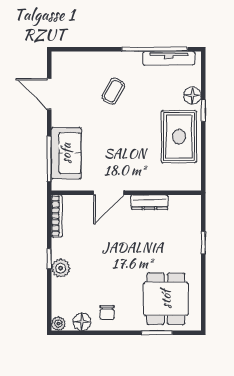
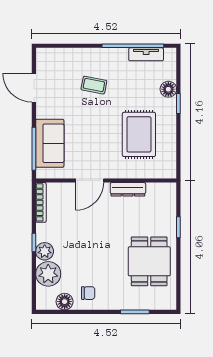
tv unit: (169, 58) -> (146, 54), width x0.71
coffee table: (113, 91) -> (94, 85), turned 72
rug: (179, 137) -> (139, 134), moved
dining table: (166, 299) -> (149, 261), moved
chair: (107, 313) -> (88, 293), turned -90
plant: (58, 324) -> (48, 274), moved, width x1.87, depth x1.87

